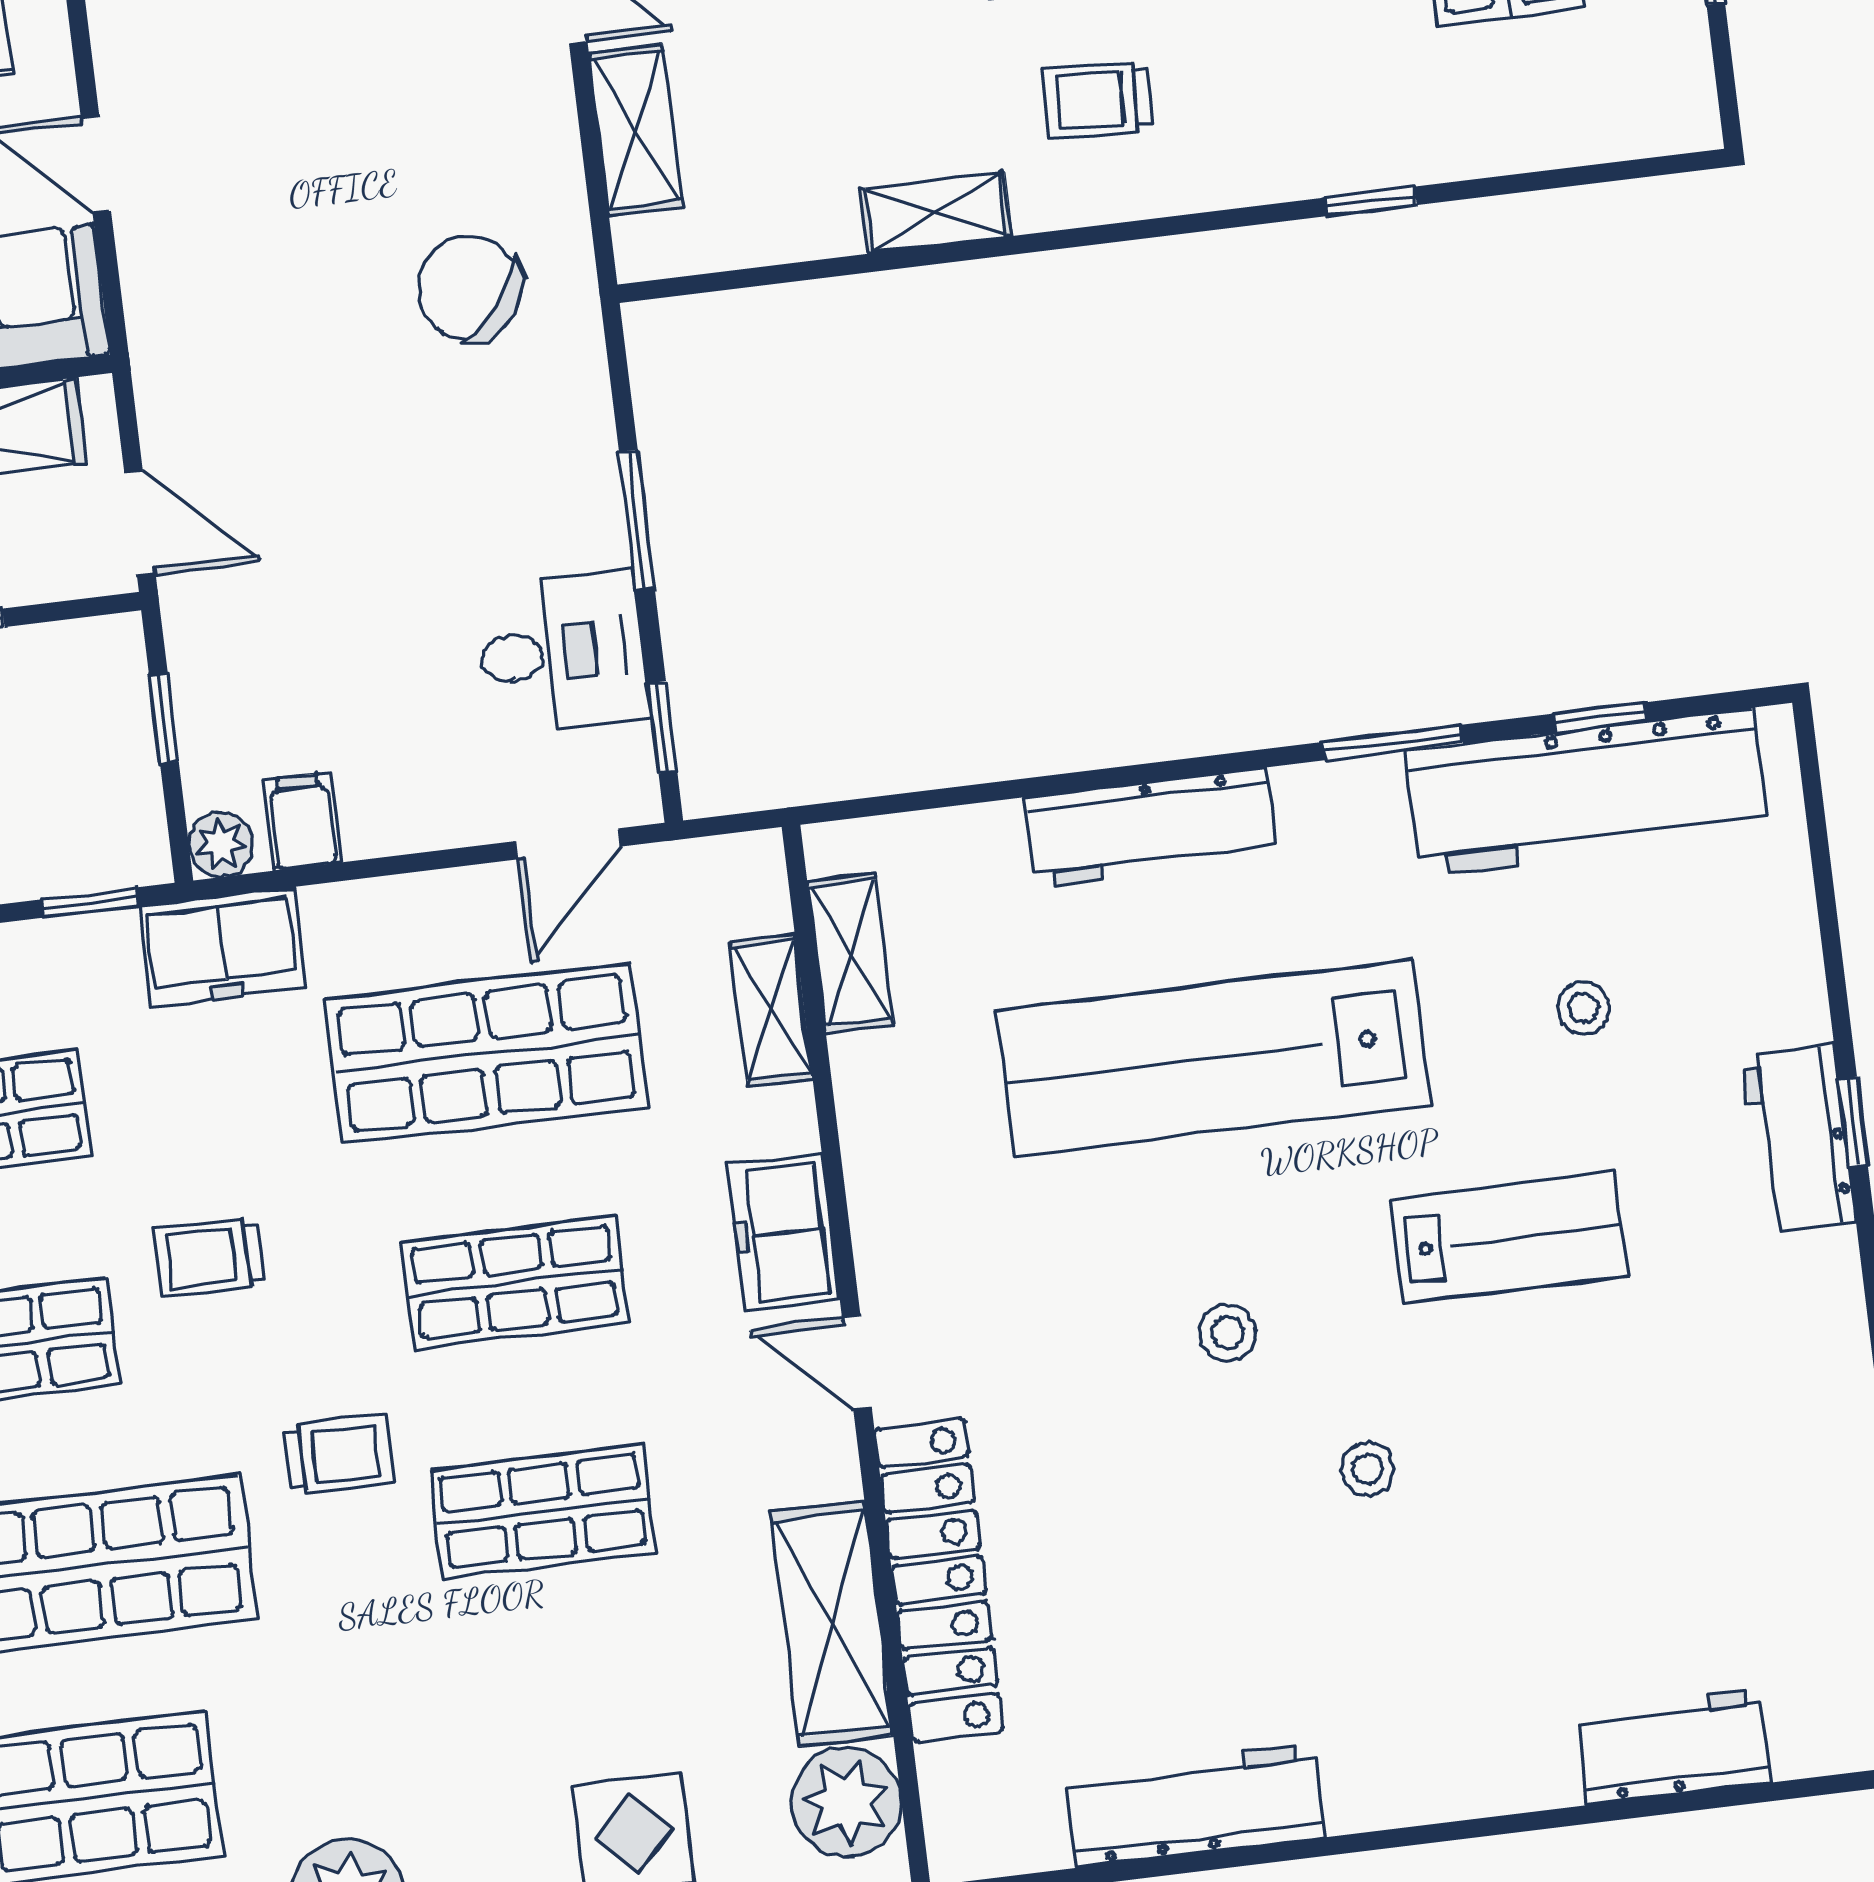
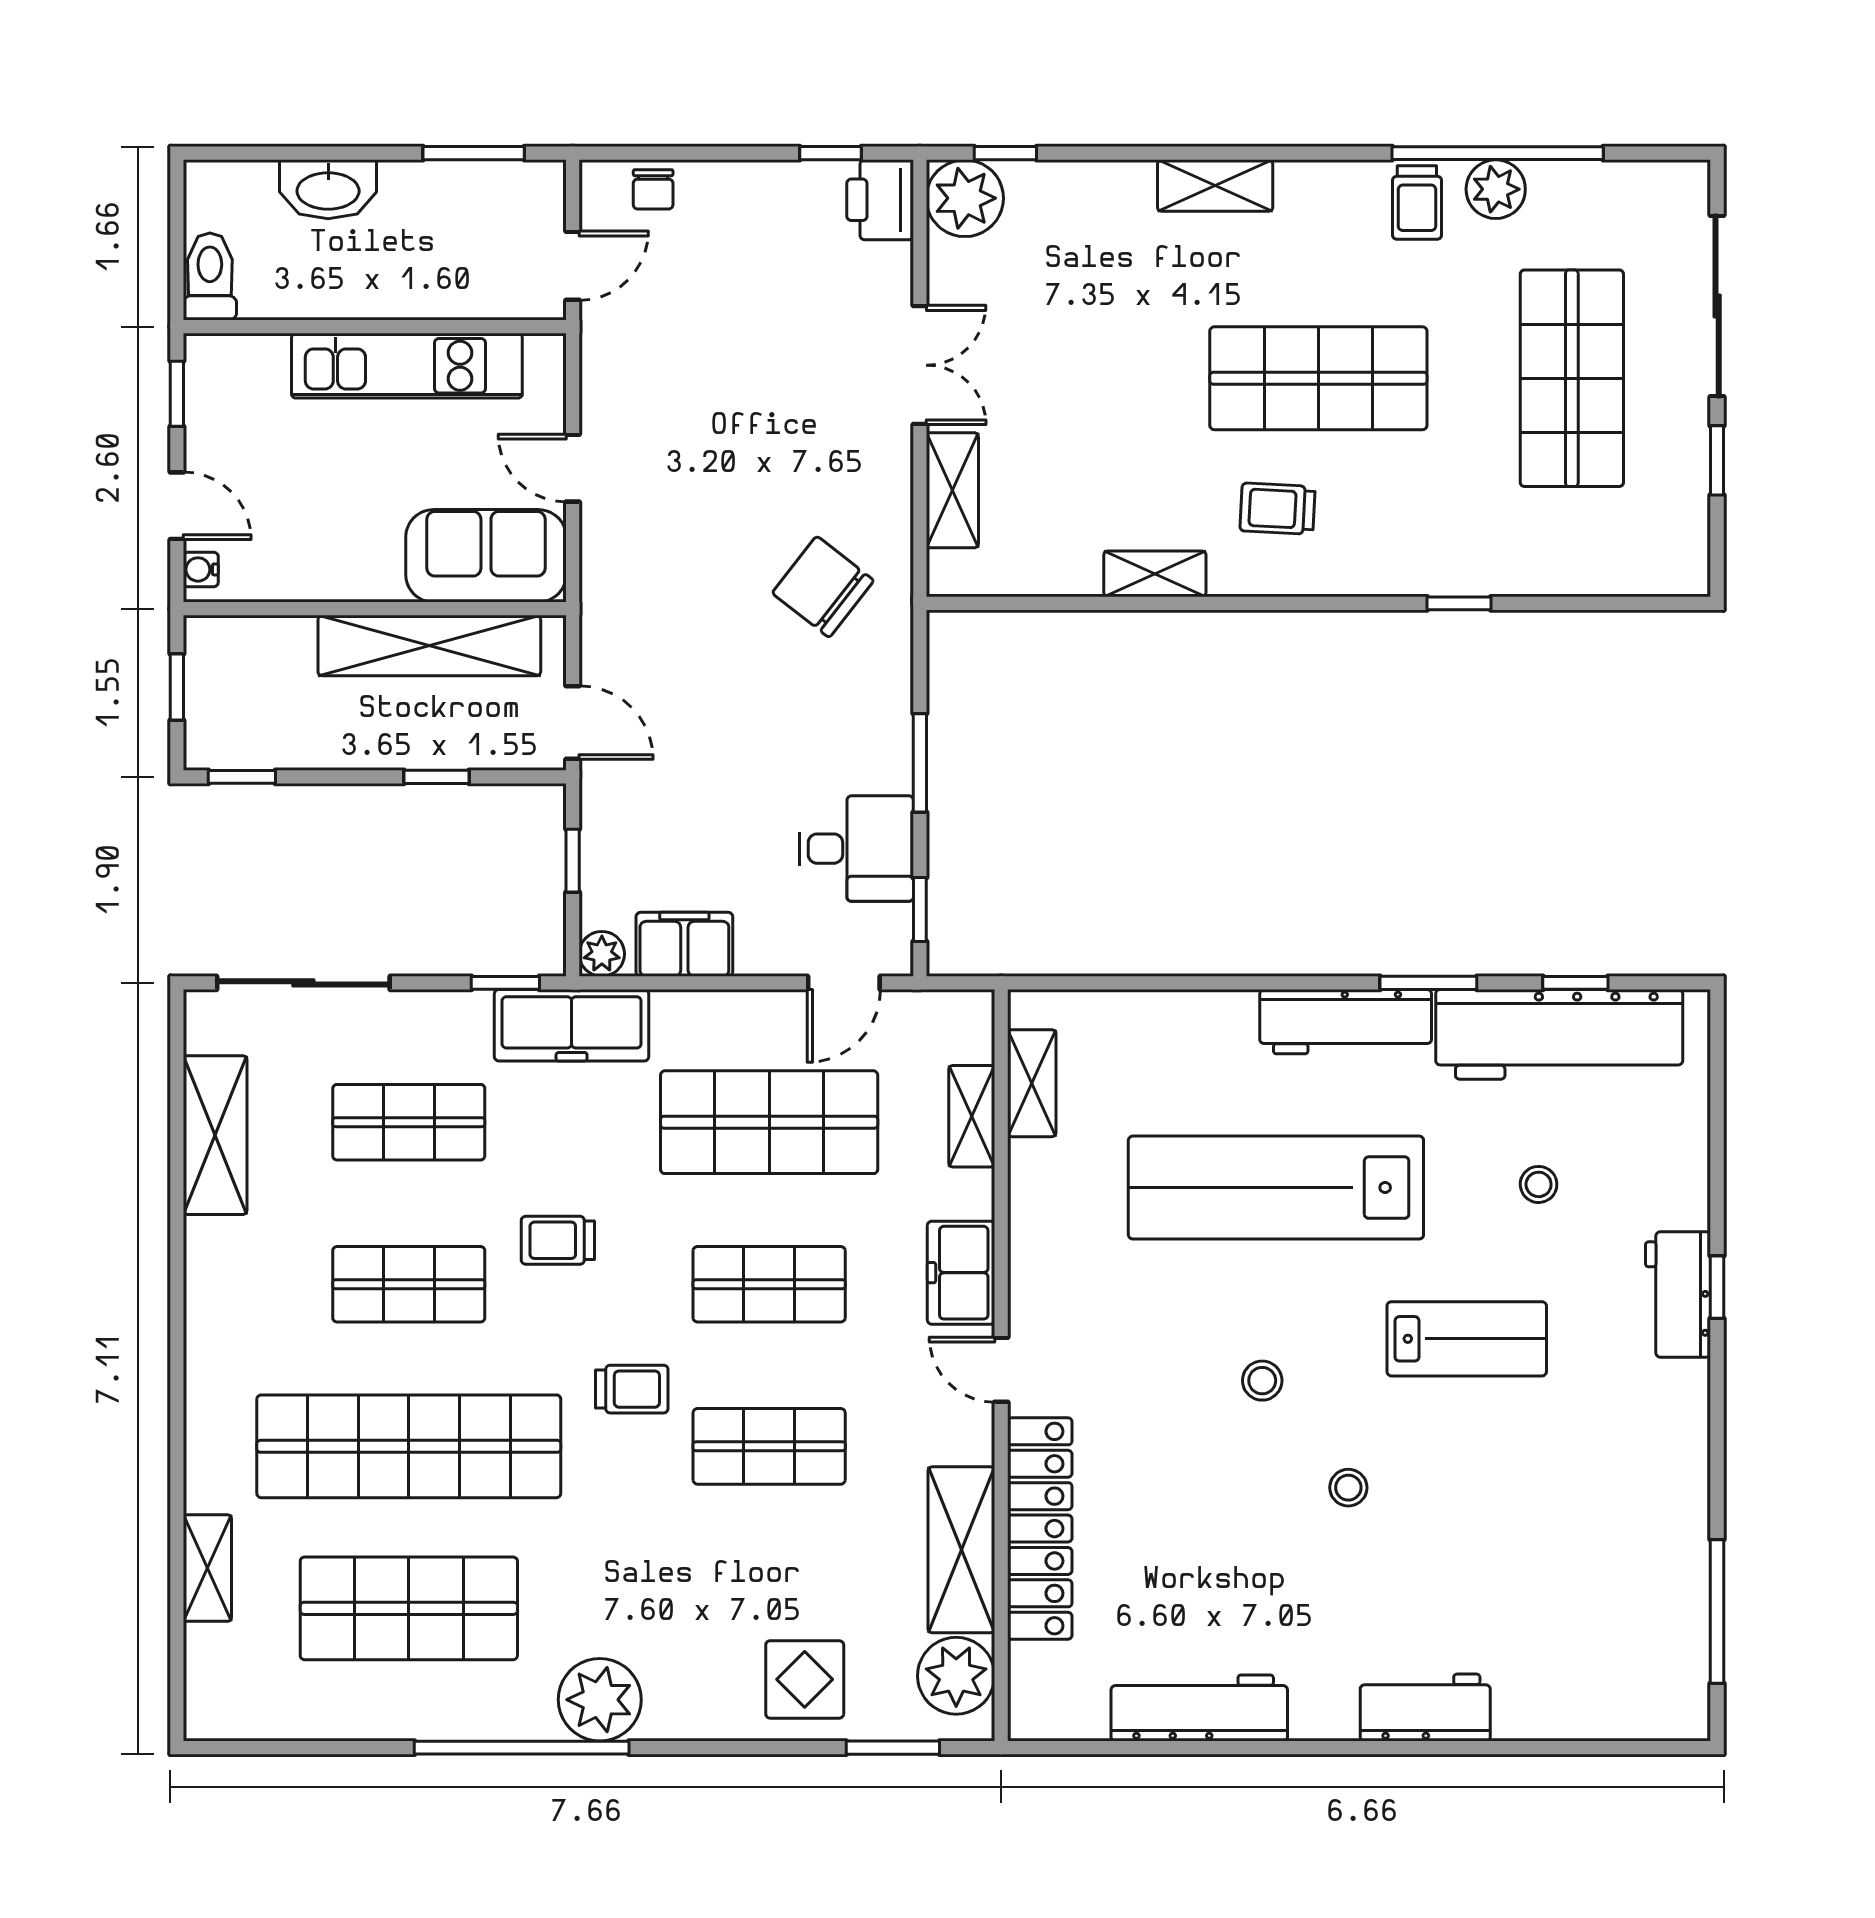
filing cabinet: (302, 821) -> (684, 944), width x2.00
workbench: (1151, 828) -> (1346, 1022), moved
freezer: (222, 947) -> (572, 1025), width x1.40
workbench: (1674, 1746) -> (1425, 1708), moved

